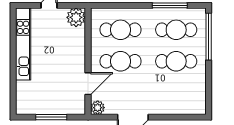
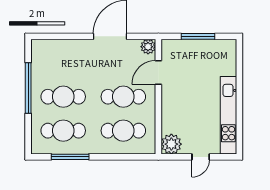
window: (209, 37) -> (28, 88), moved

